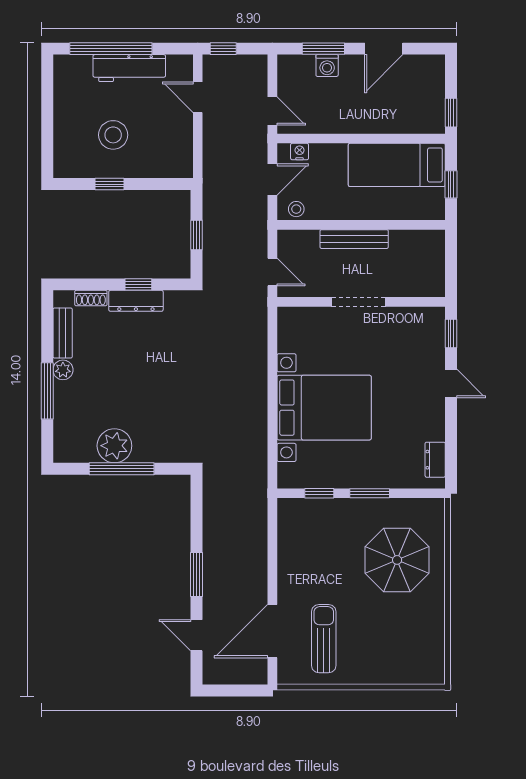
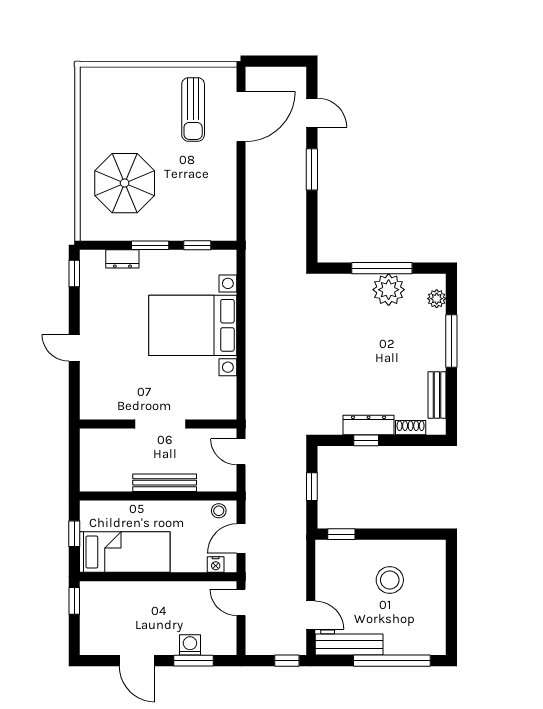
door: (384, 49) -> (137, 661), swing flipped
workbench: (129, 68) -> (349, 642), moved
window: (110, 184) -> (341, 534), moved
window: (451, 334) -> (74, 274), moved
plant: (63, 370) -> (437, 299), moved
dresser: (435, 460) -> (122, 259), moved, turned 90

